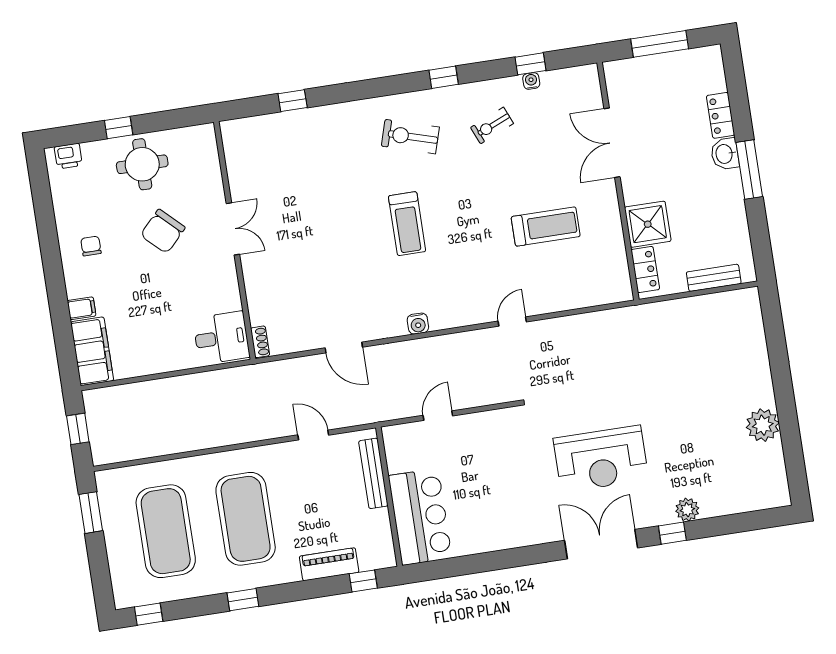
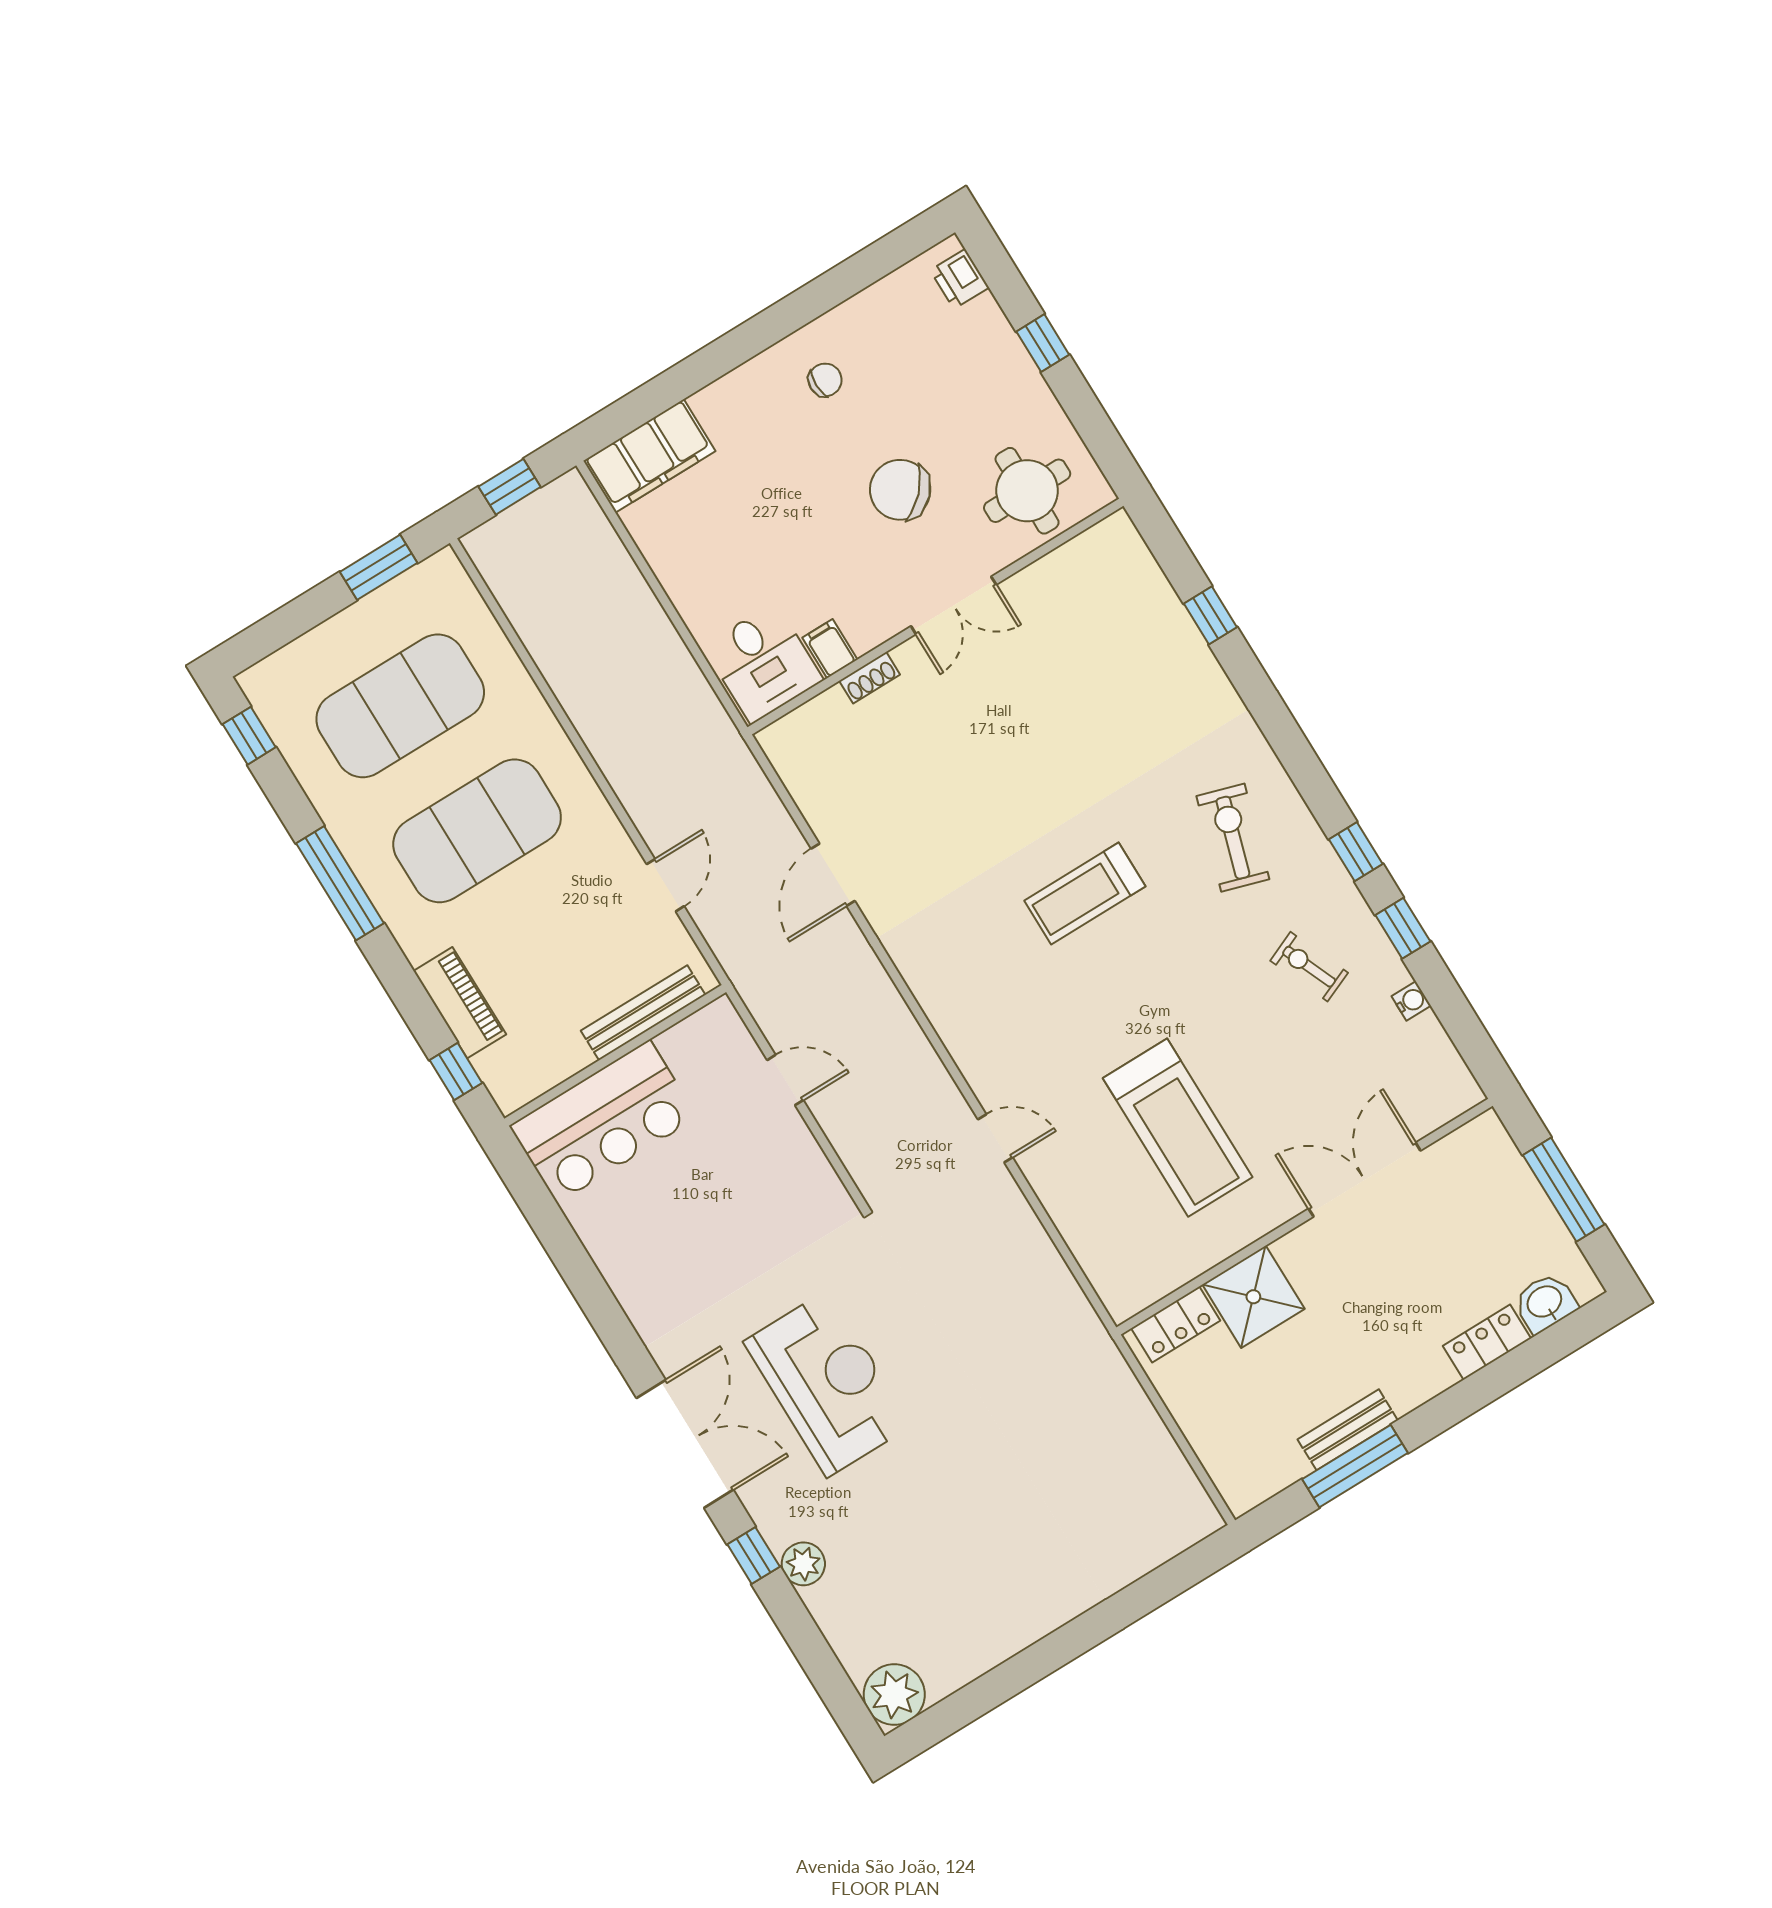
window: (530, 64) -> (1403, 928), moved
washbasin: (725, 154) -> (1545, 1303), moved
round table: (142, 164) -> (1027, 491), moved
window: (749, 169) -> (1355, 1466), moved
treadmill: (546, 227) -> (1178, 1128), width x1.37, depth x1.37
bench: (714, 278) -> (1348, 1430), moved, turned 90
filing cabinet: (82, 308) -> (830, 649), moved, turned 180
water cooler: (418, 324) -> (925, 982), removed
shoe rack: (260, 342) -> (870, 678), moved
plant: (763, 425) -> (894, 1695), moved
reception desk: (601, 459) -> (828, 1384), turned 180
window: (243, 600) -> (340, 883), width x2.17

